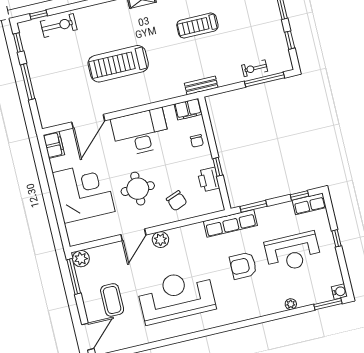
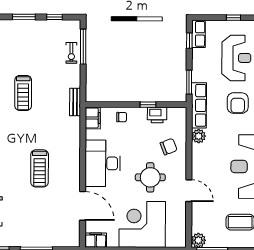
treadmill: (118, 64) -> (40, 168), width x0.73, depth x0.73
plant: (160, 240) -> (199, 136), moved

